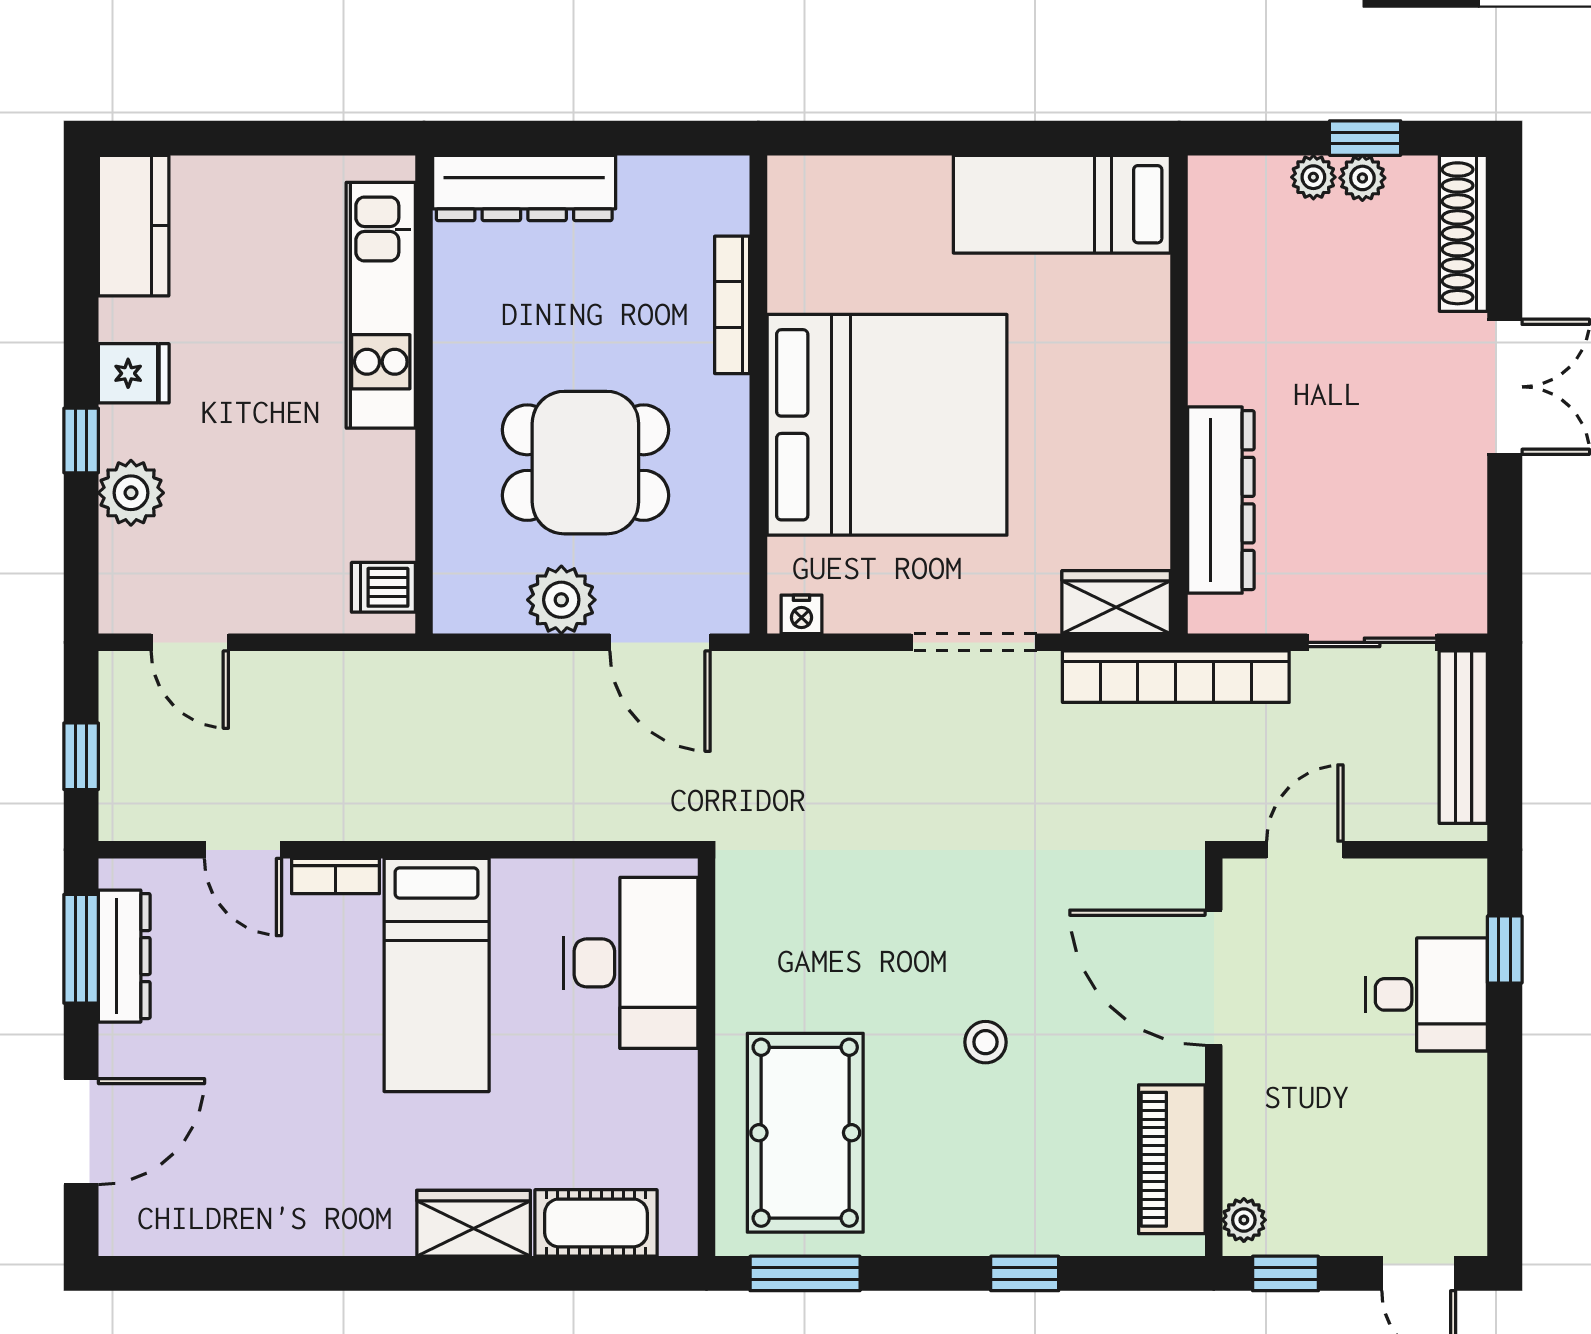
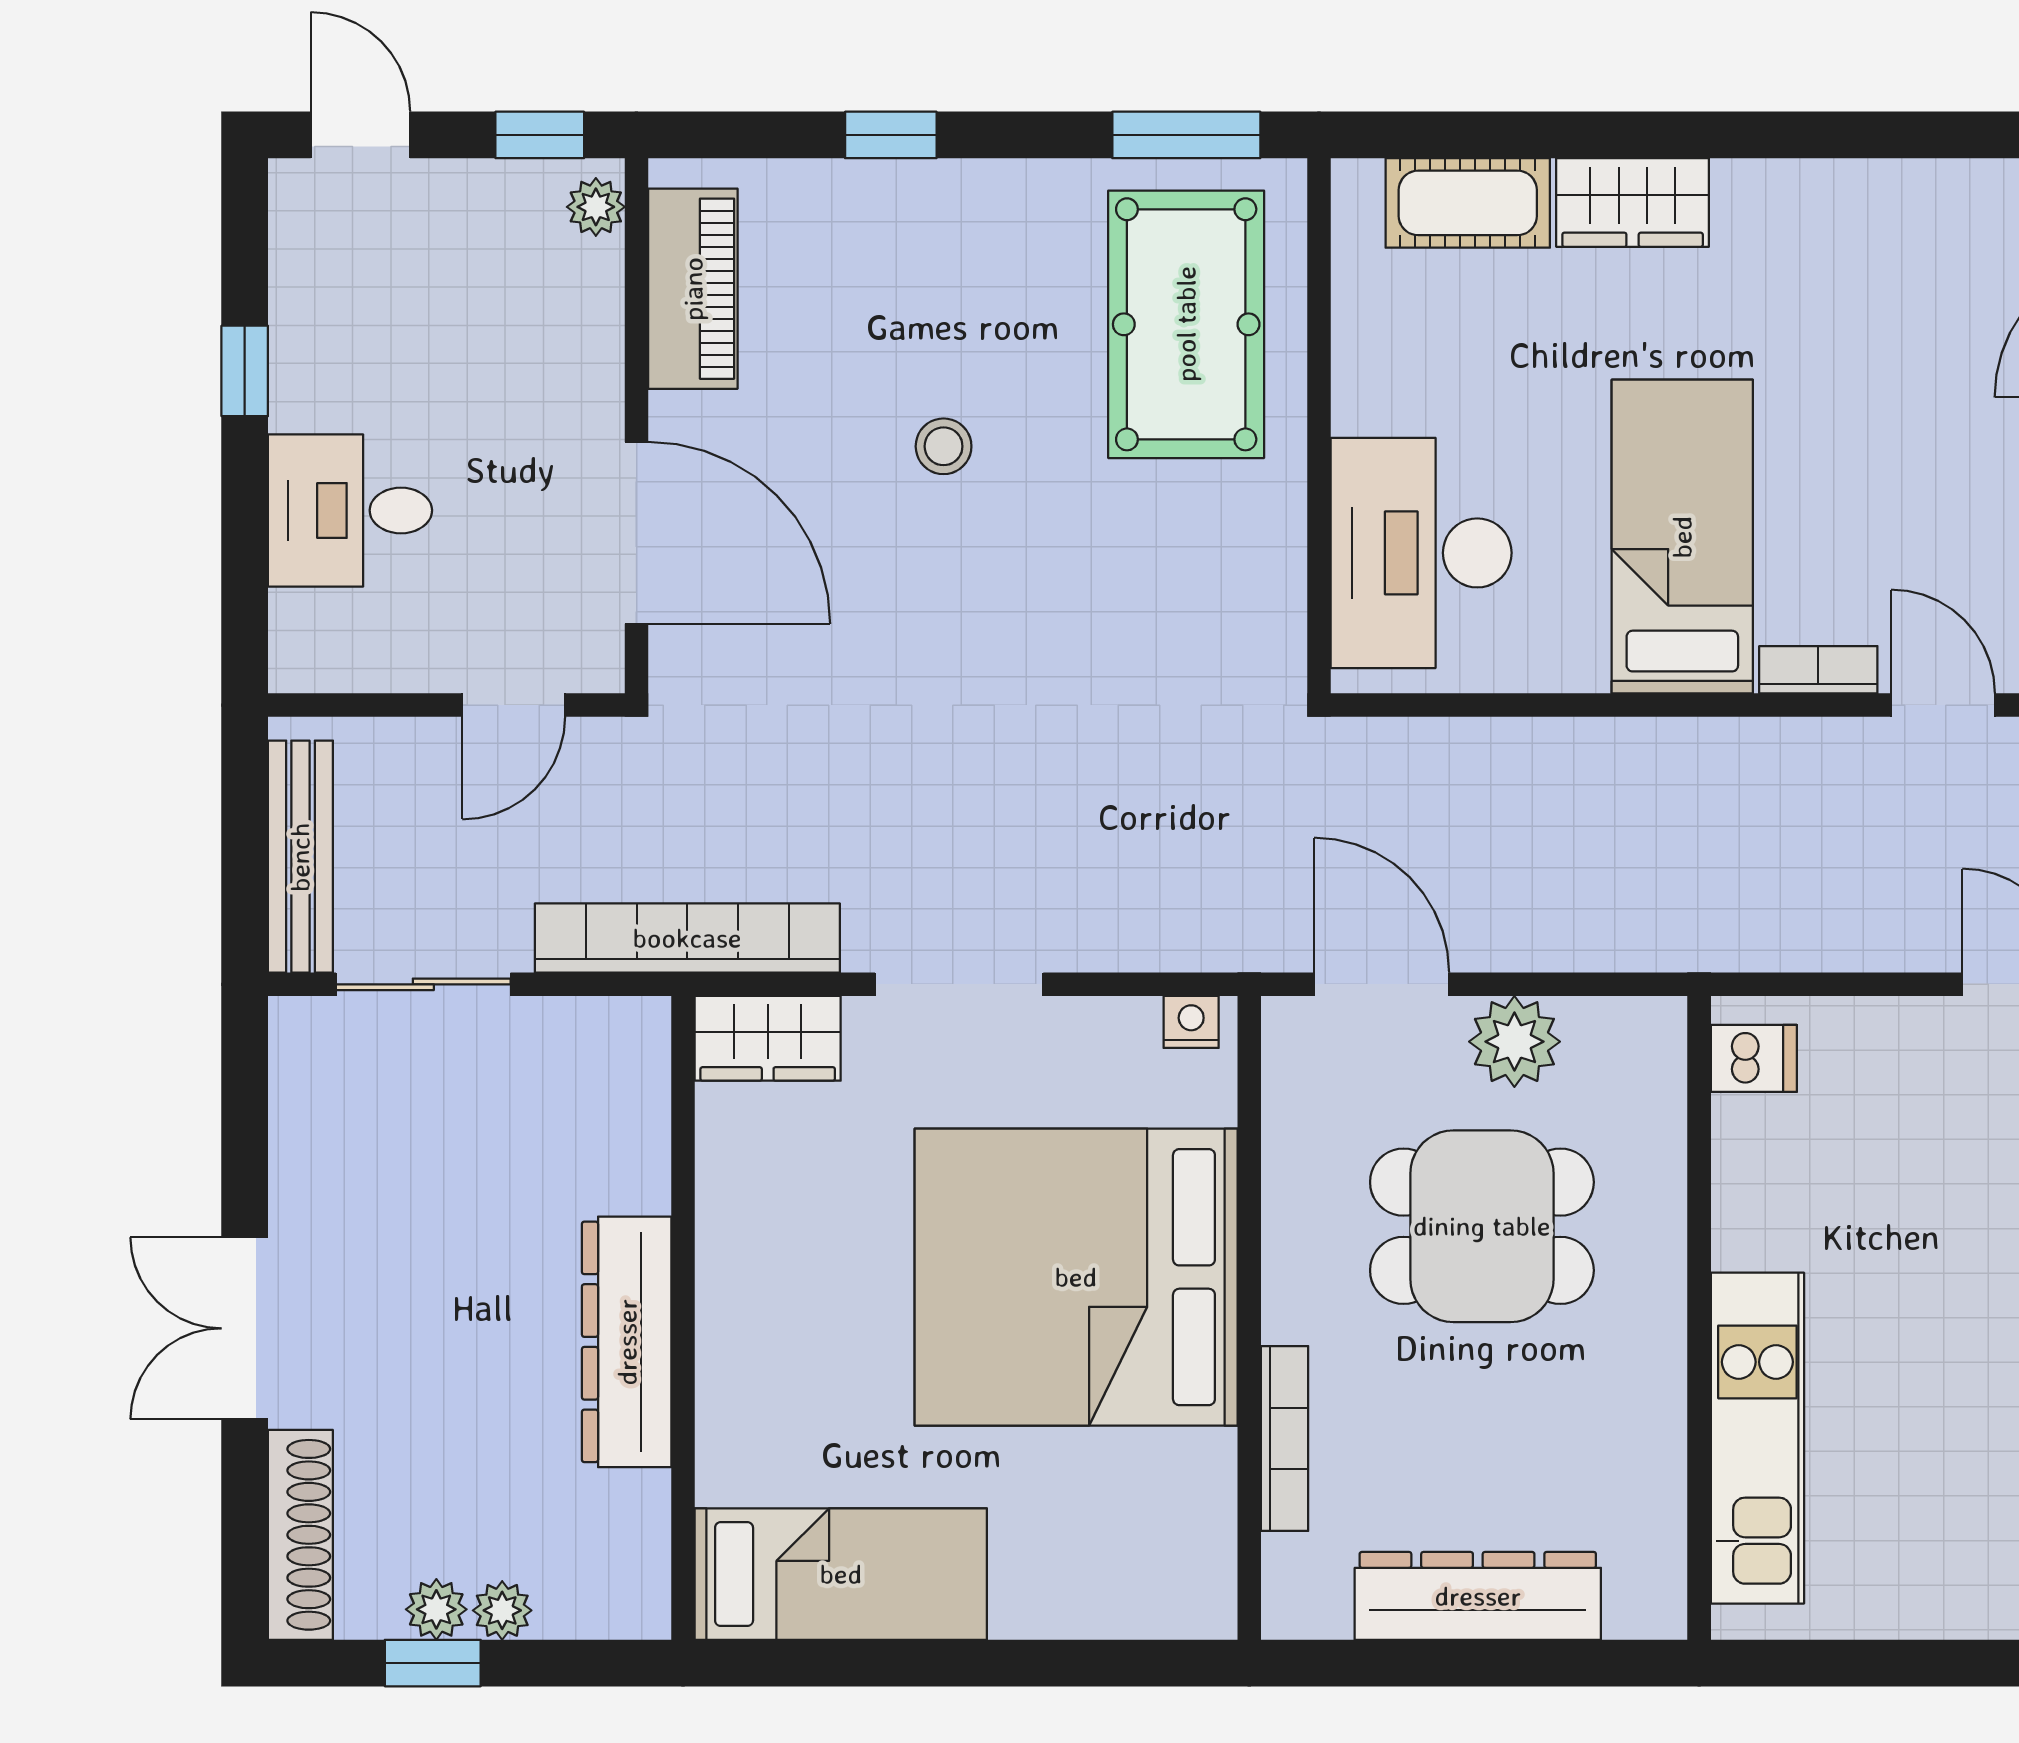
dresser: (524, 188) -> (1478, 1596), moved
dresser: (1221, 500) -> (627, 1342), moved
window: (1505, 949) -> (245, 371), moved

